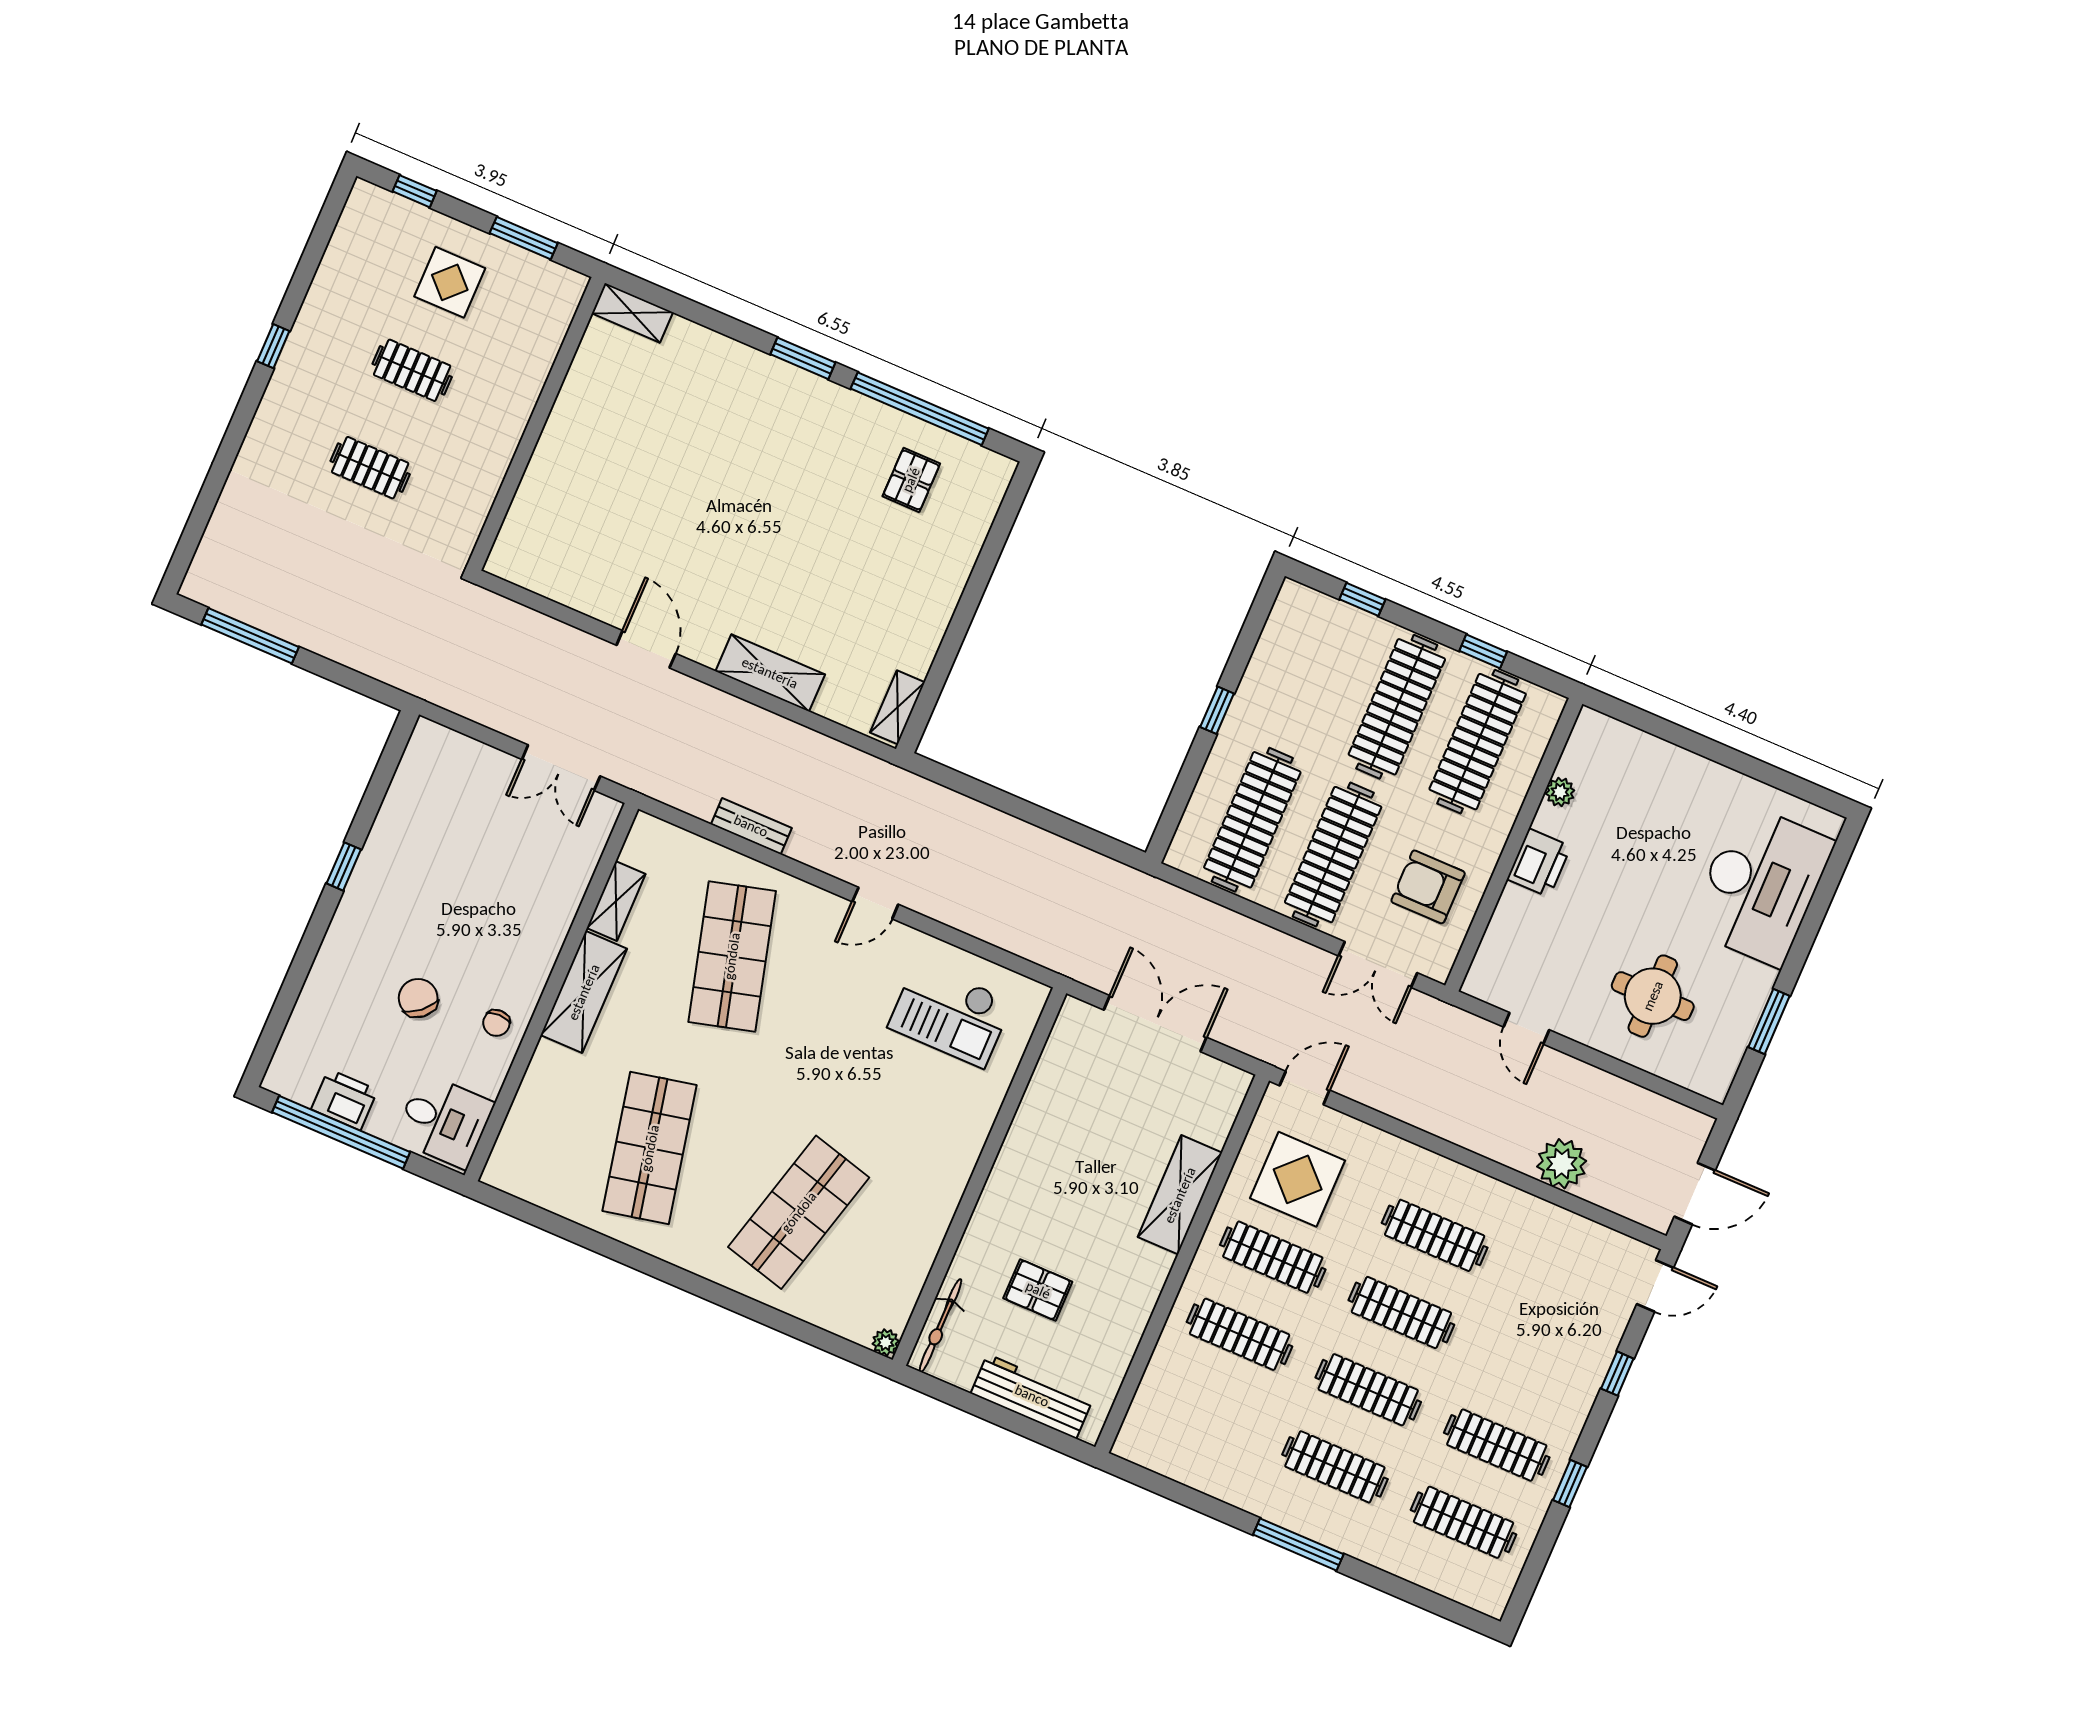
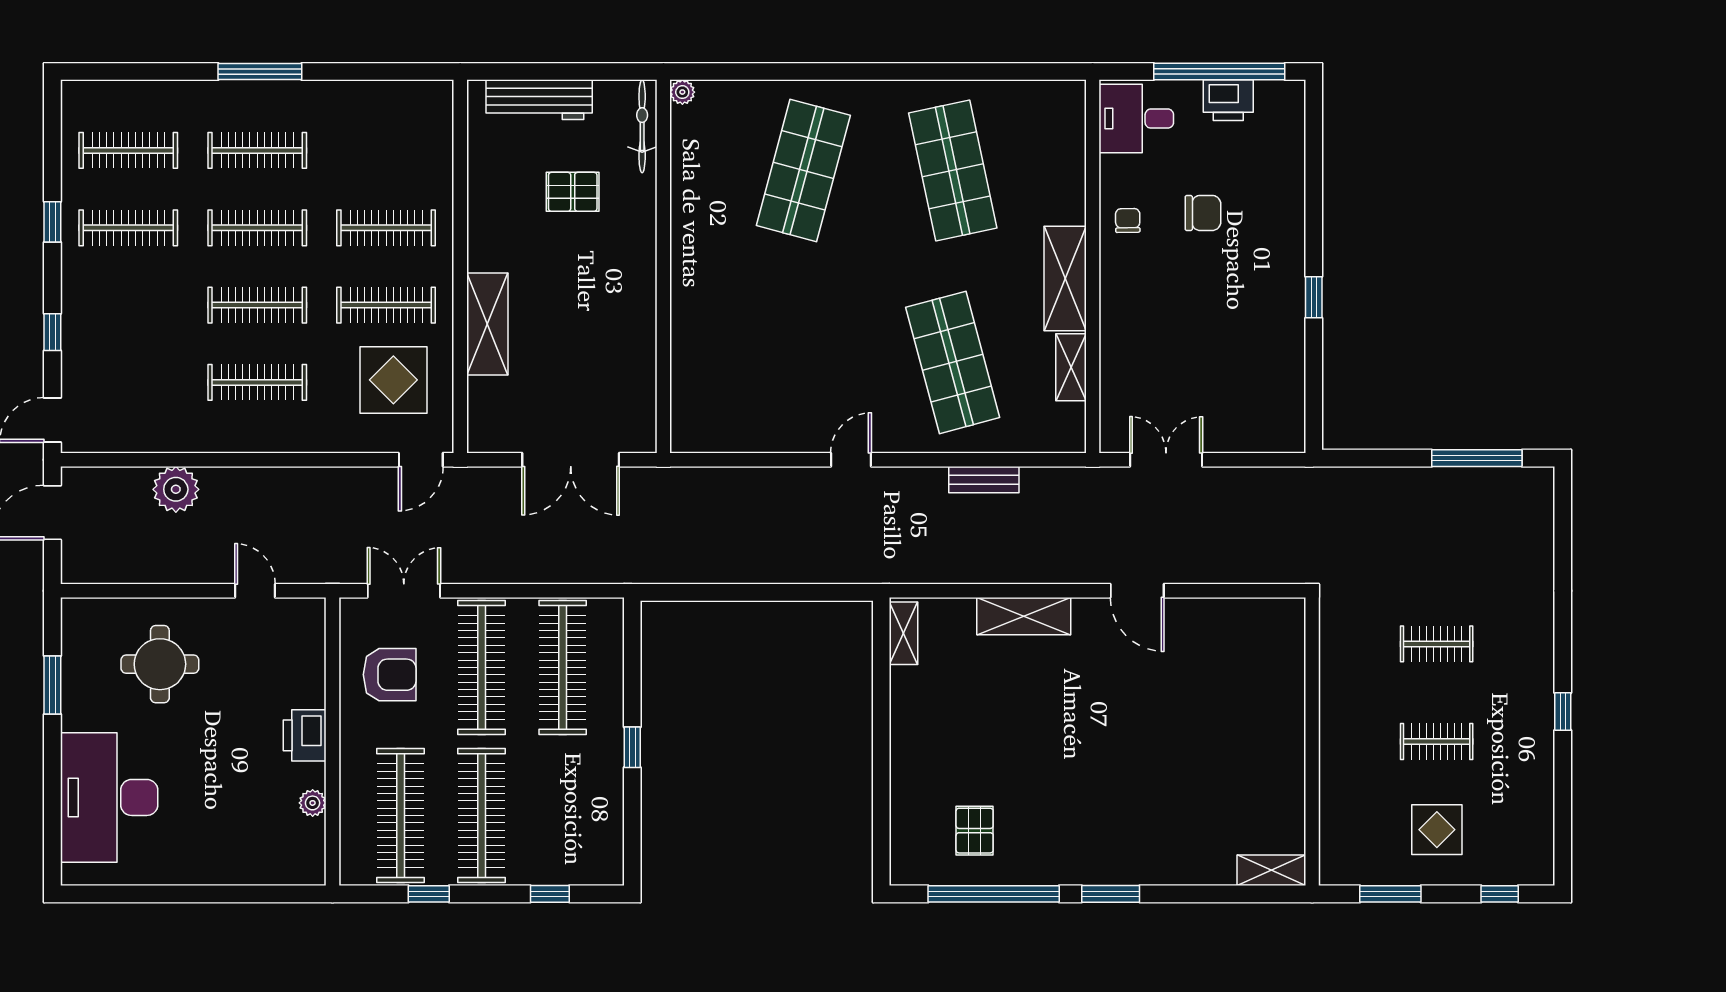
chair: (418, 998) -> (1203, 213), turned -49
checkout: (950, 1014) -> (747, 393), removed

